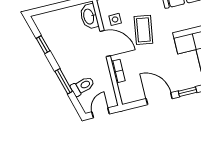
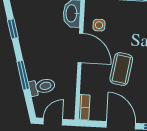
coffee table: (143, 30) -> (121, 69), moved
bookcase: (118, 71) -> (84, 107), moved

